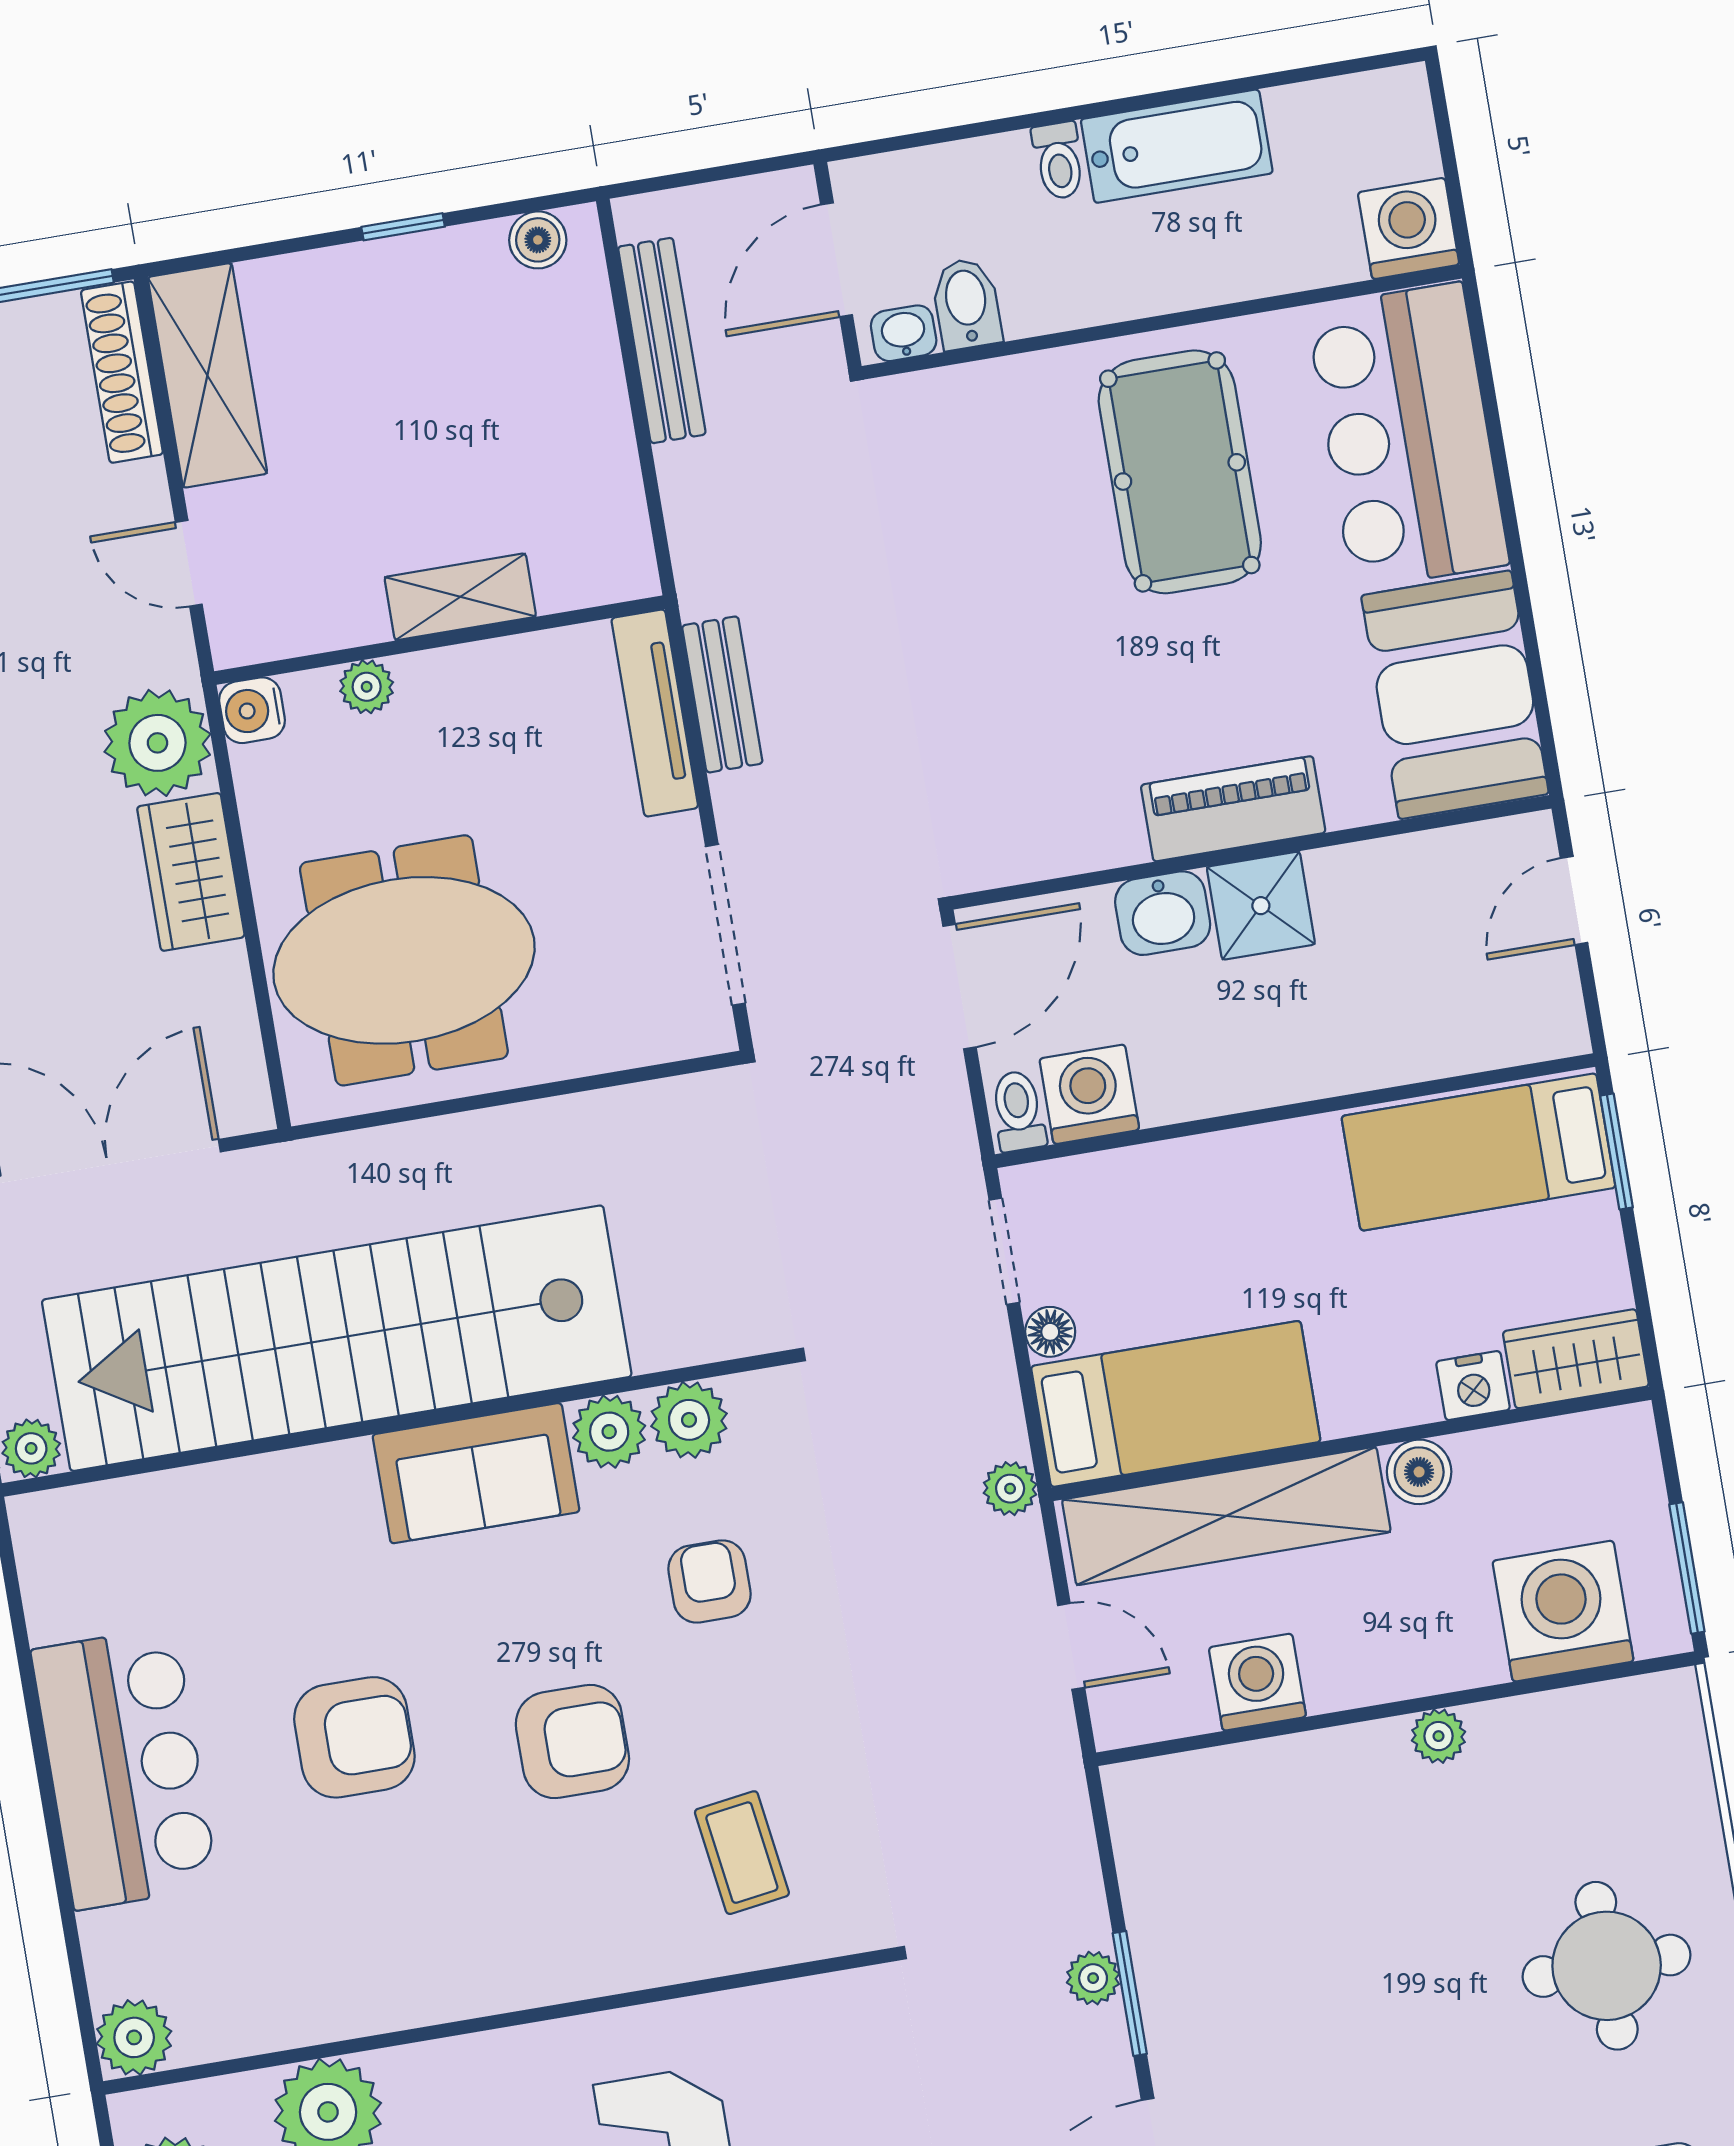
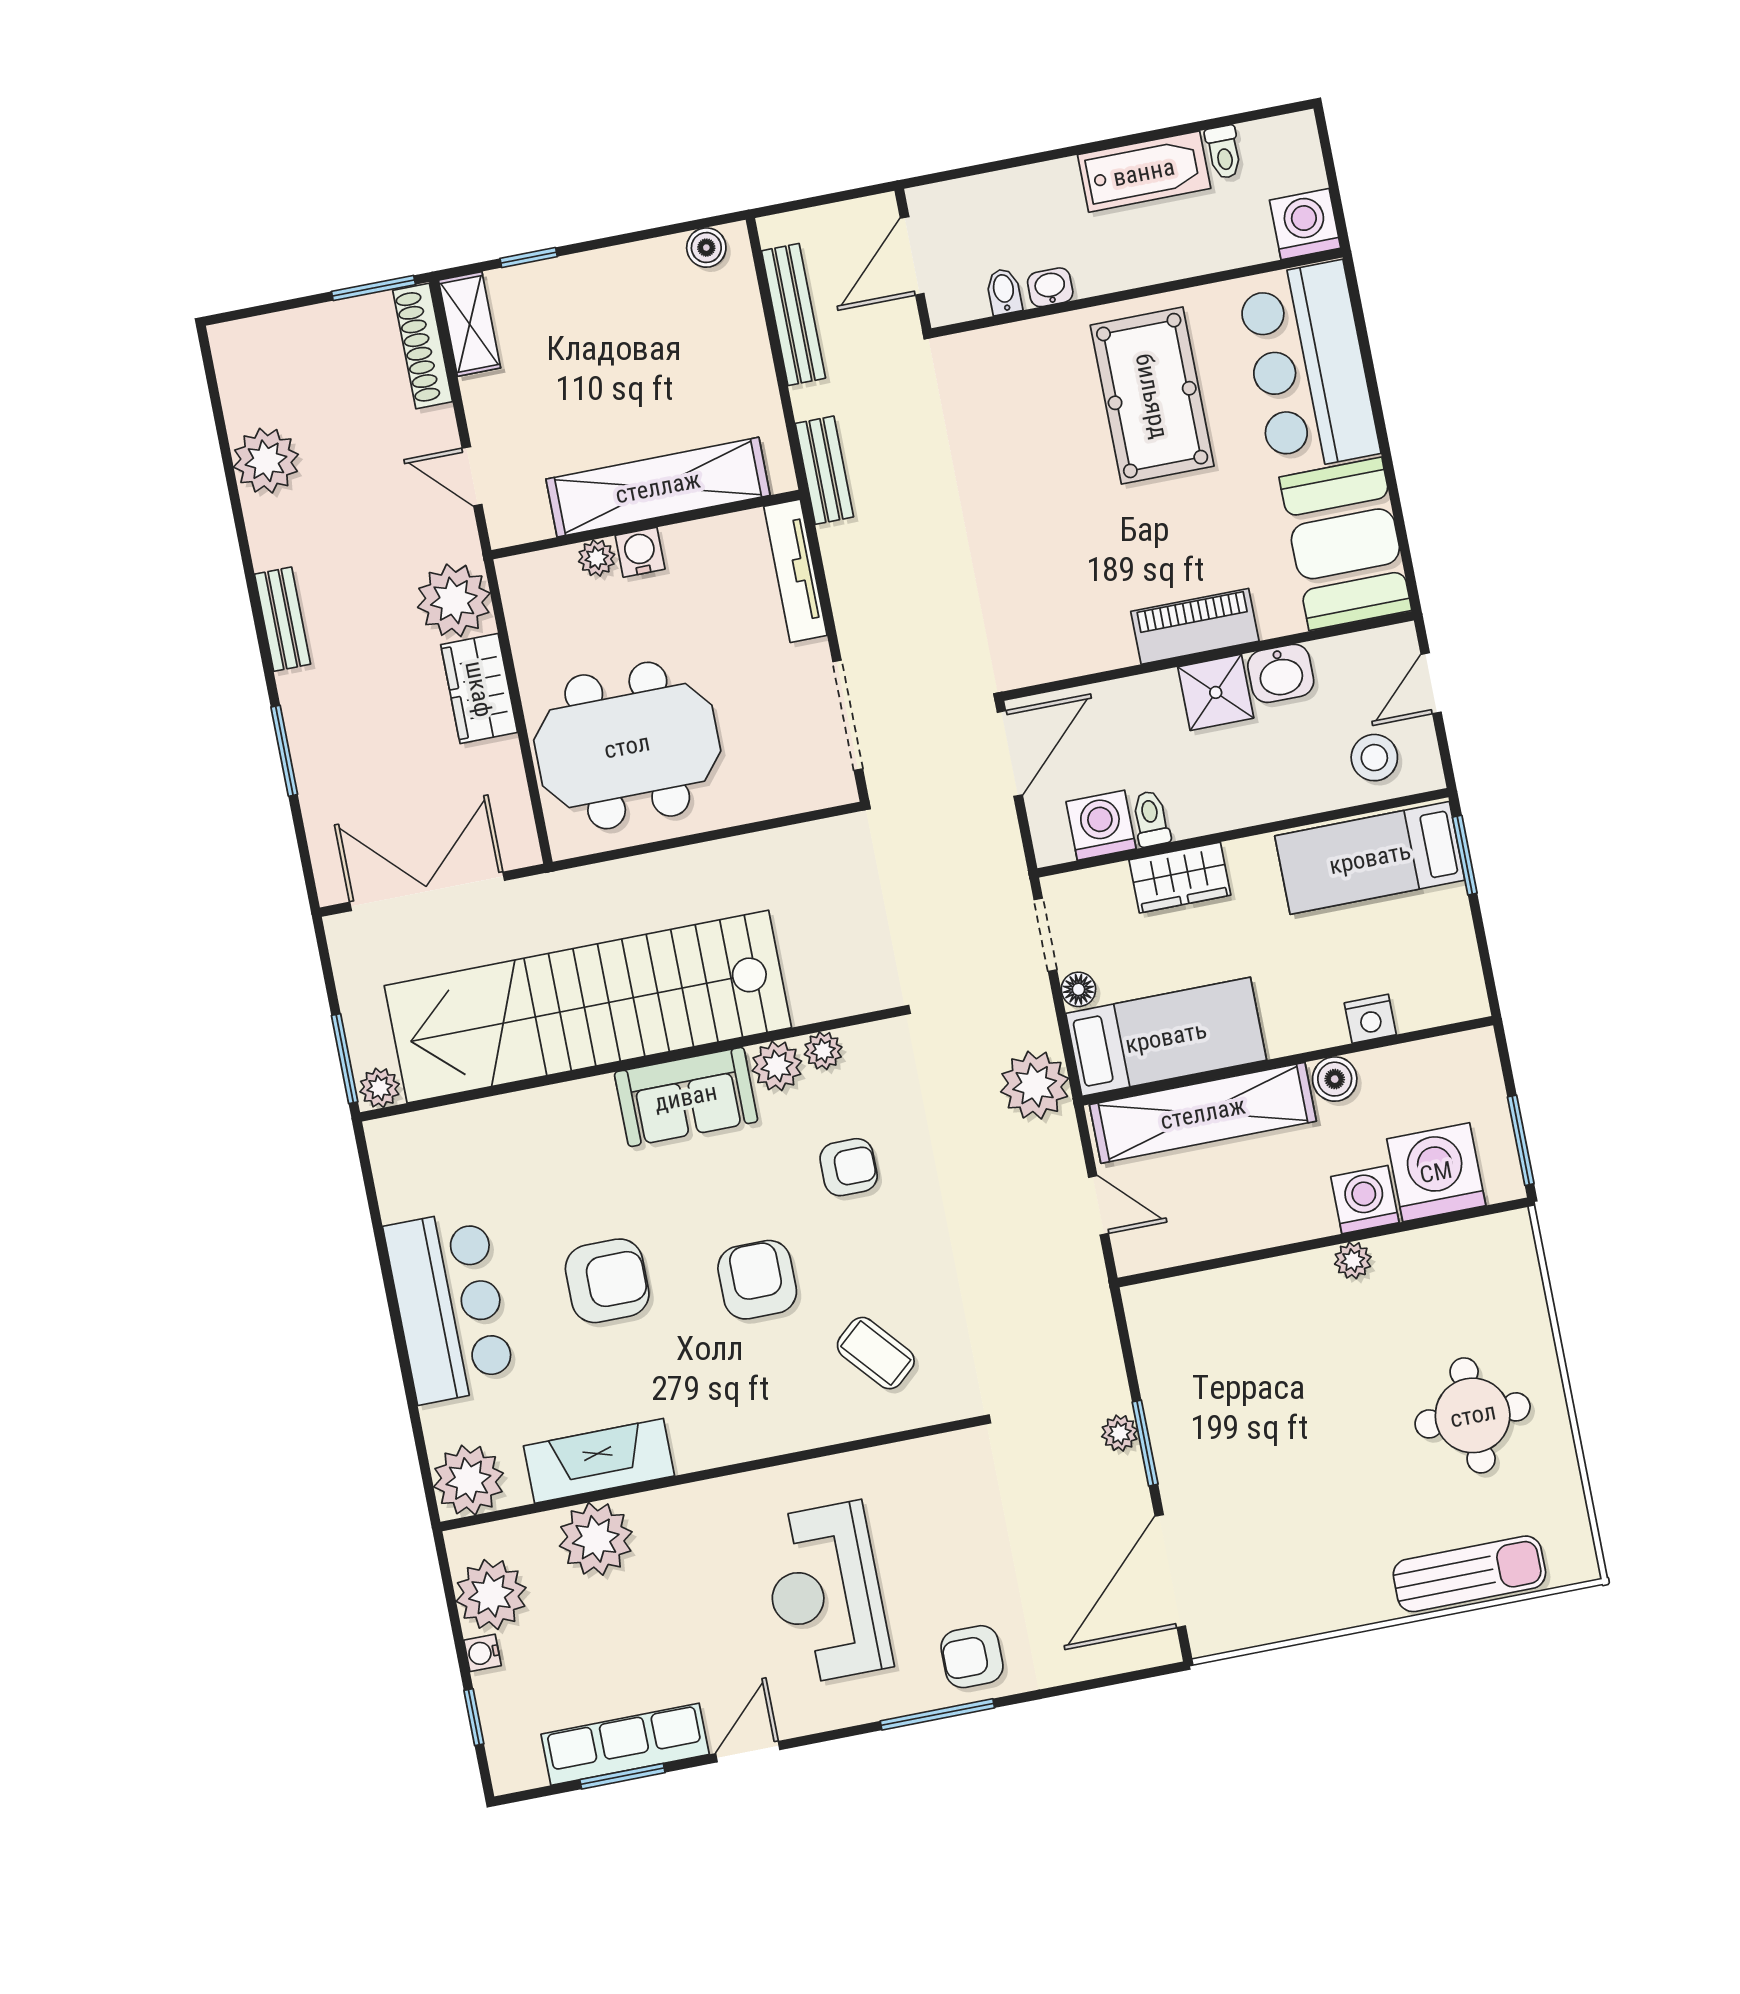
toilet: (1059, 161) -> (1224, 152), moved
window: (403, 227) -> (529, 258), moved
bidet: (967, 304) -> (1004, 292), width x0.72, depth x0.74
washbasin: (904, 333) -> (1050, 287), moved
shelving: (207, 375) -> (470, 324), width x0.67, depth x0.75
shelving: (460, 597) -> (658, 487), width x2.20, depth x1.33
bench: (722, 694) -> (824, 470), moved
water cooler: (252, 710) -> (640, 552), moved, turned 90
washbasin: (1163, 913) -> (1281, 673), moved
stool: (1489, 1006) -> (1374, 758), added
toilet: (1018, 1111) -> (1151, 819), moved
wardrobe: (1576, 1359) -> (1180, 878), moved, turned 180
plant: (689, 1420) -> (823, 1051), width x0.73, depth x0.73
plant: (1010, 1489) -> (1035, 1085), width x1.88, depth x1.88
armchair: (709, 1581) -> (849, 1167), turned 90
washing machine: (1257, 1682) -> (1365, 1200), moved
armchair: (572, 1741) -> (757, 1280), turned -90
coffee table: (742, 1853) -> (876, 1353), turned -33
fireplace: (336, 1999) -> (599, 1461), added
plant: (134, 2037) -> (468, 1480), width x1.36, depth x1.36

